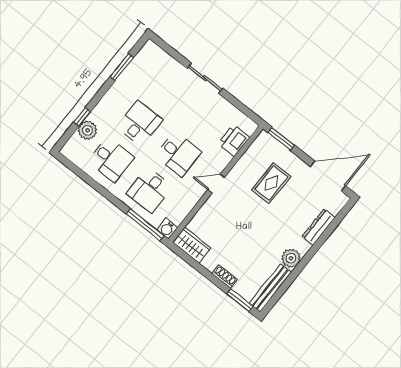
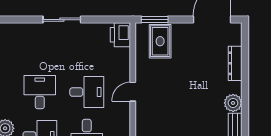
printer: (234, 141) -> (120, 35), moved
rug: (271, 183) -> (160, 41), moved

